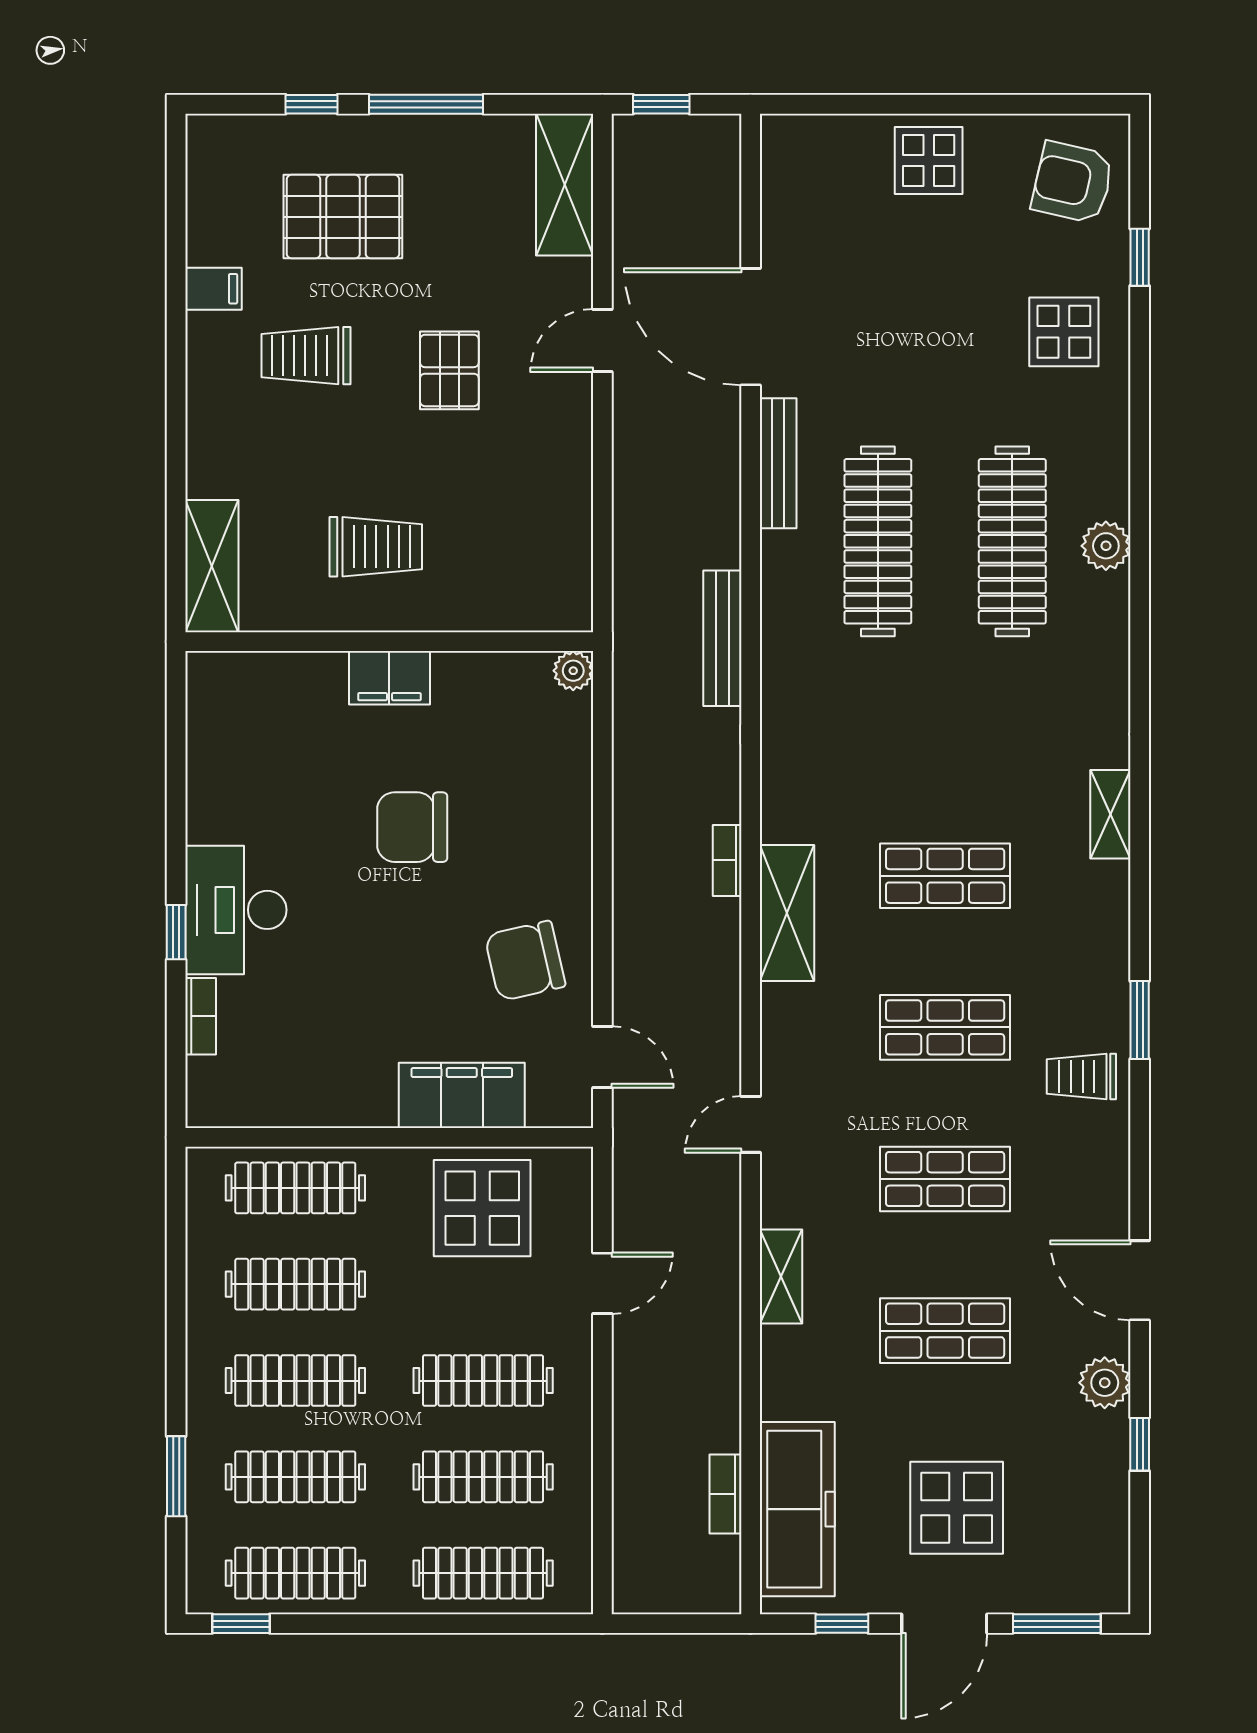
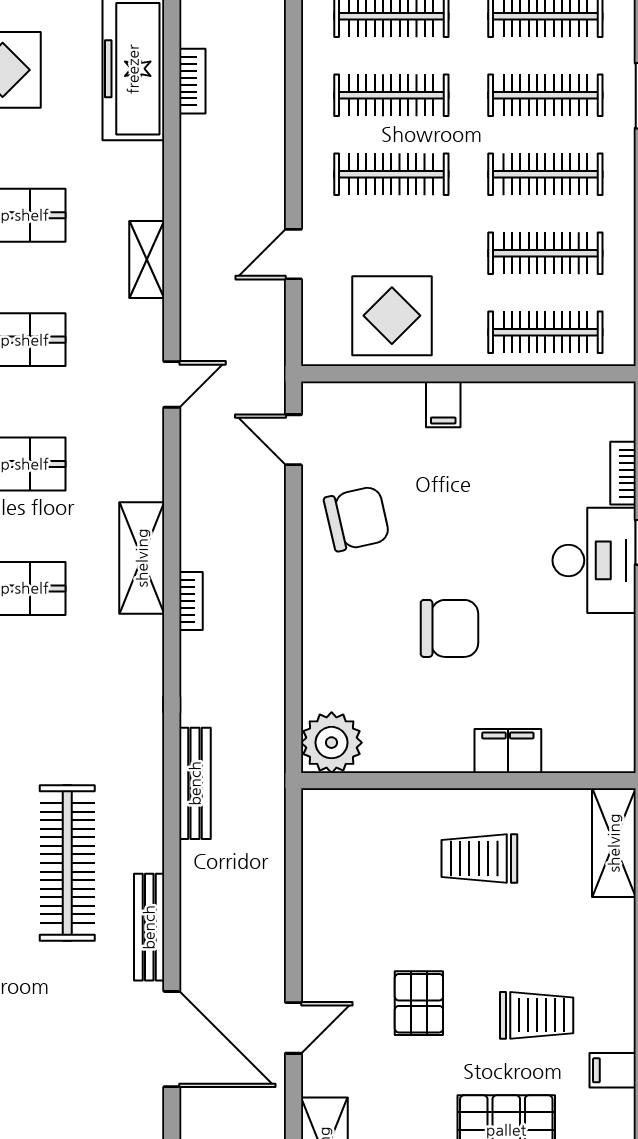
plant: (573, 671) -> (332, 743), width x1.87, depth x1.87
filing cabinet: (389, 678) -> (508, 751), moved
filing cabinet: (462, 1095) -> (443, 404), width x0.33, depth x0.86

